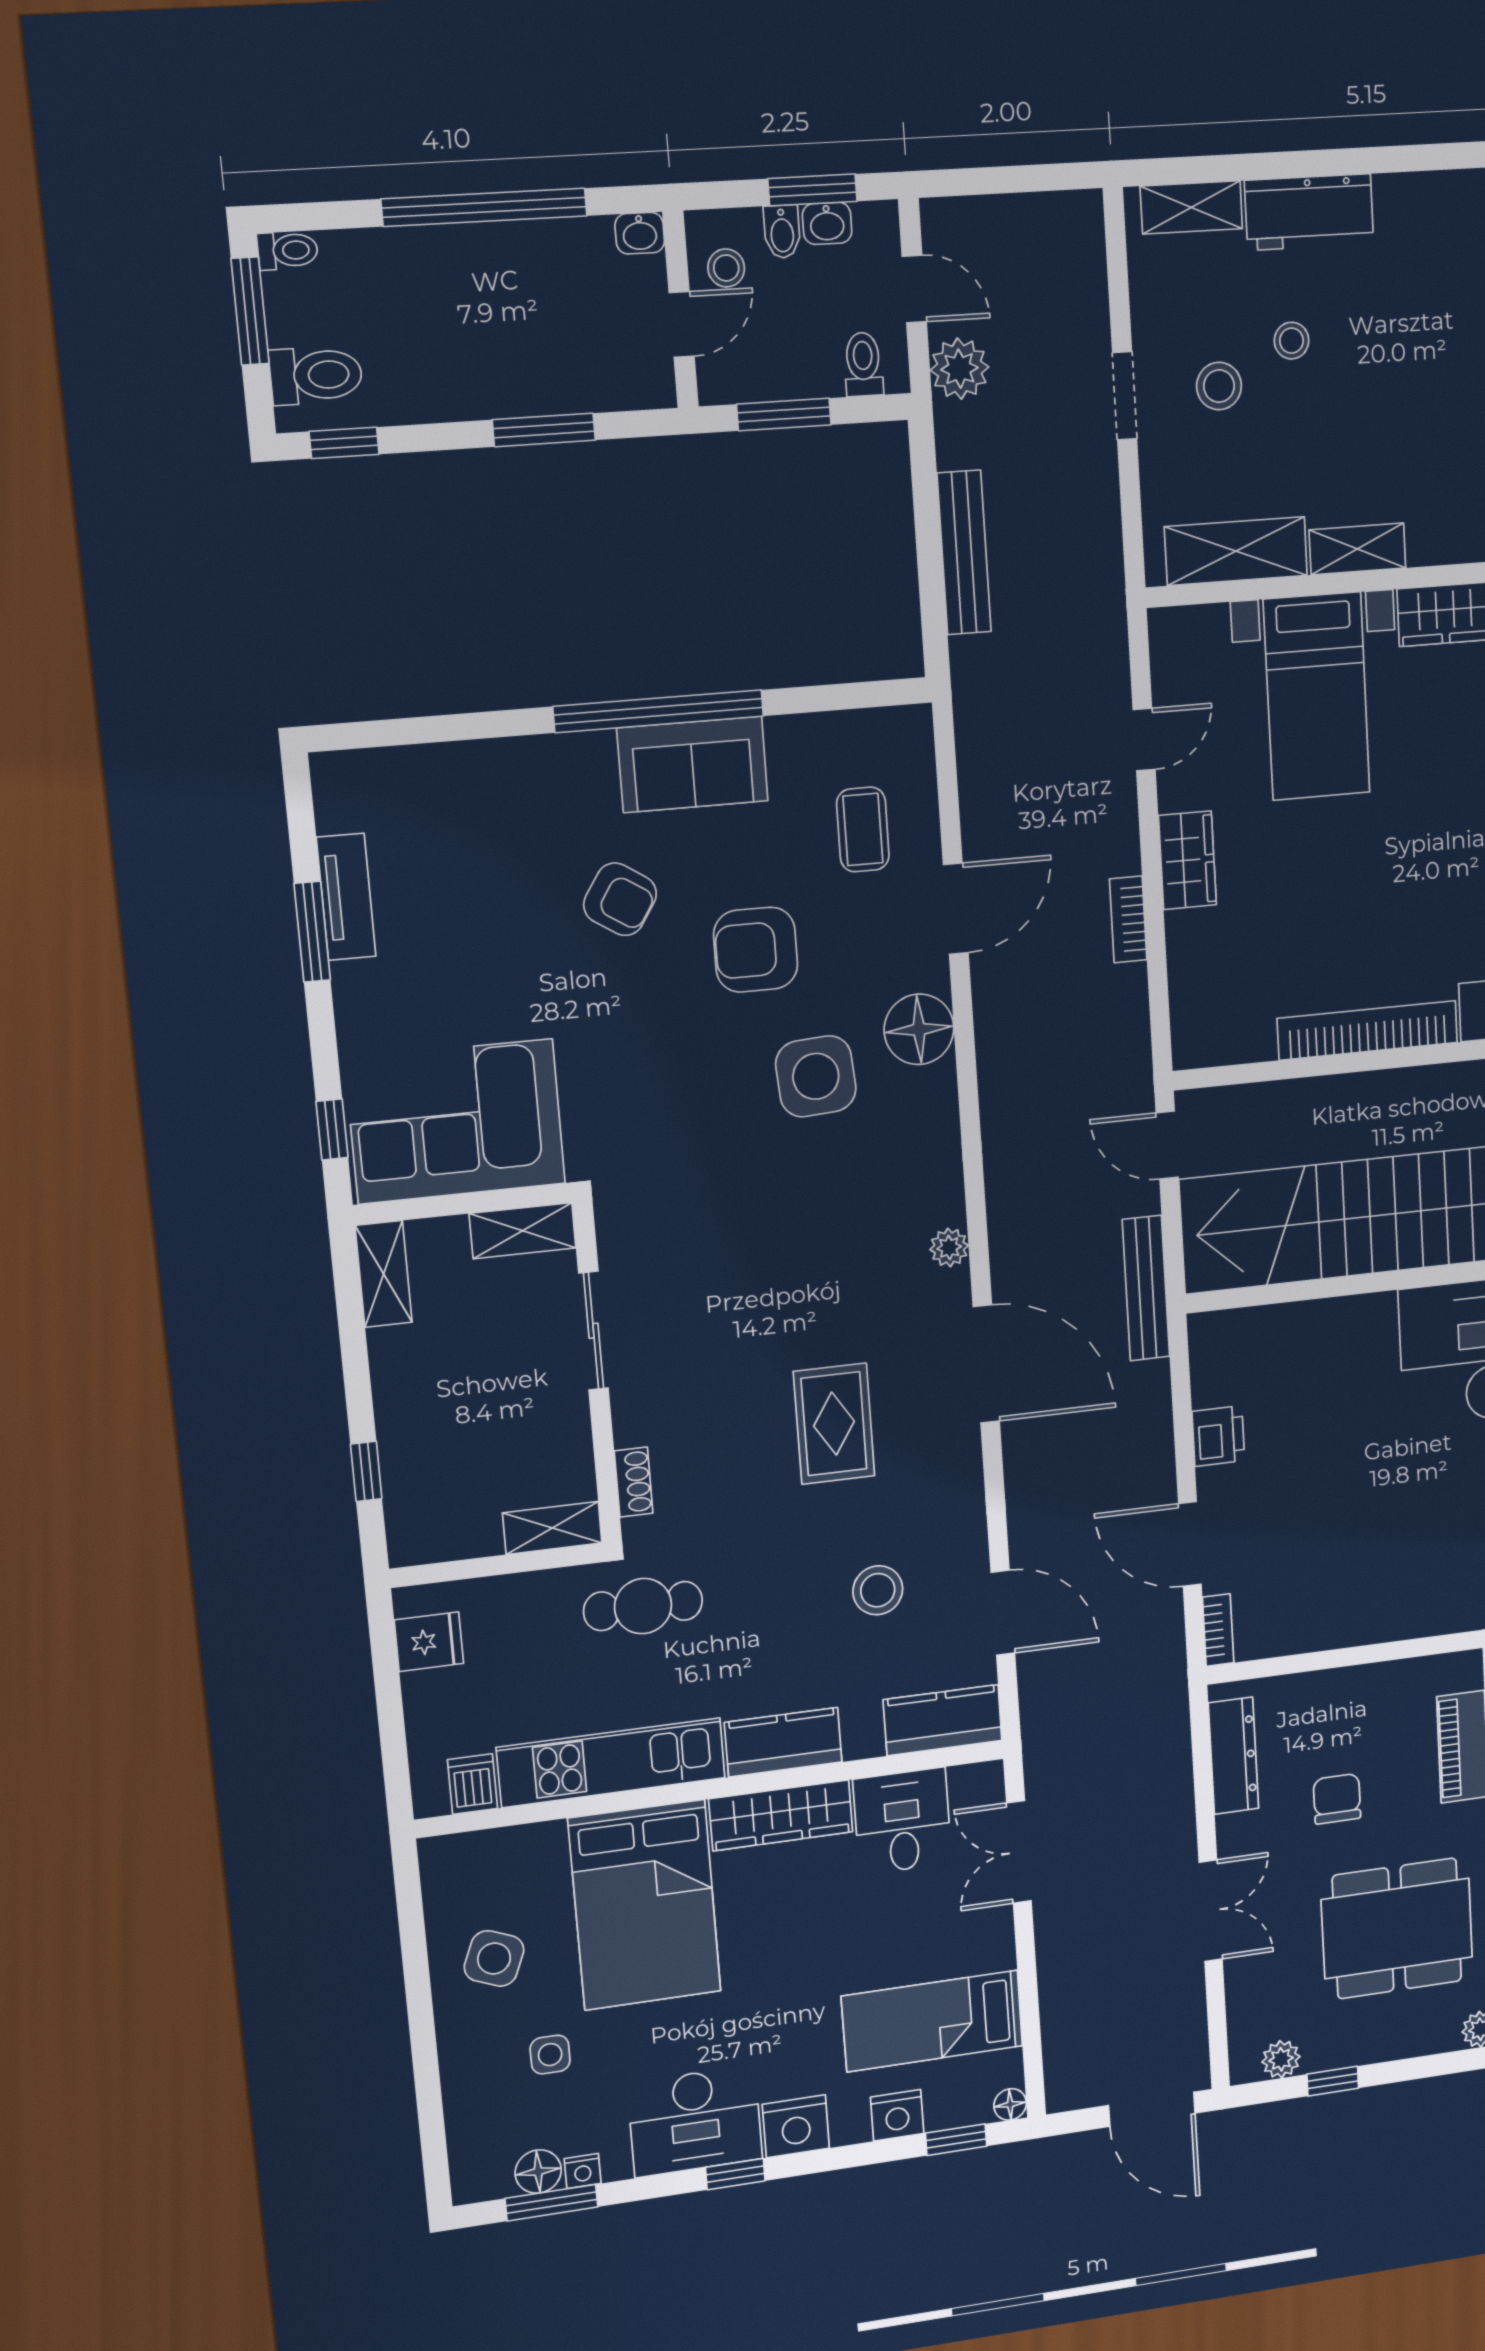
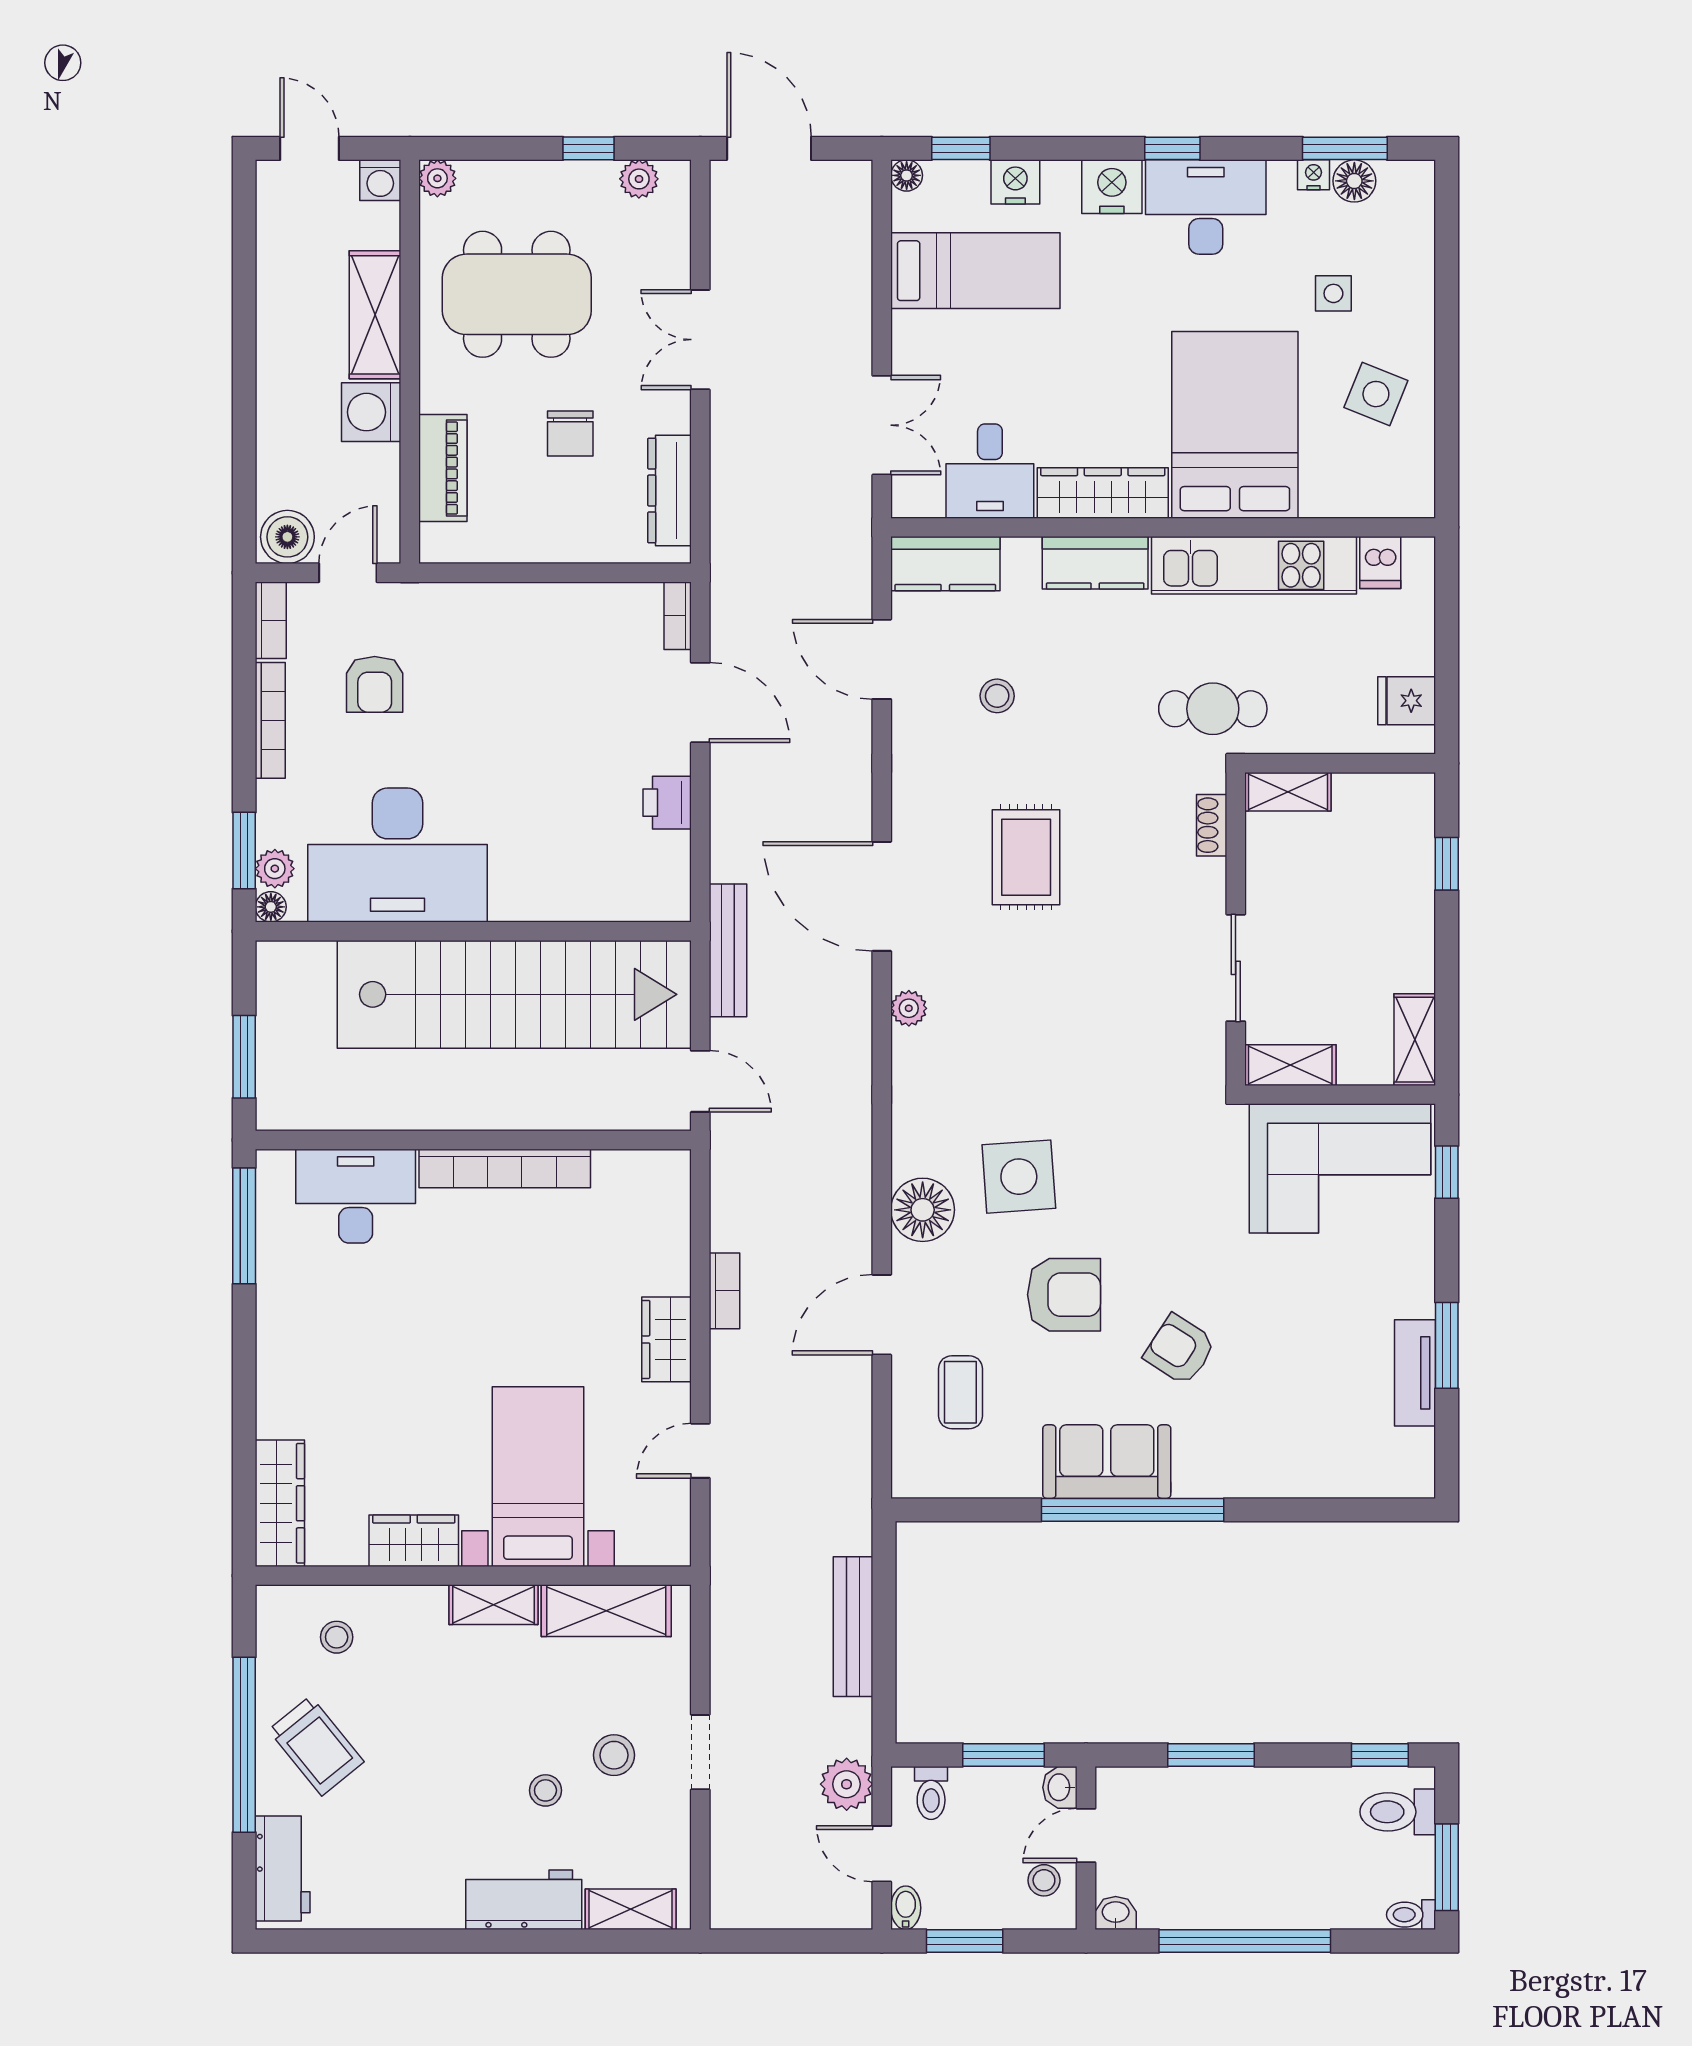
washbasin: (827, 223) -> (1060, 1787), moved, turned -90
bidet: (782, 232) -> (906, 1908), moved
stool: (878, 1590) -> (997, 696), width x0.73, depth x0.73

